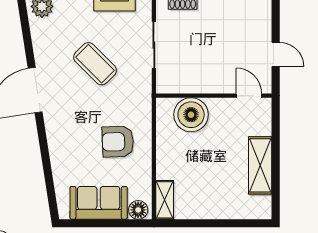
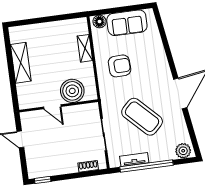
coffee table: (95, 64) -> (142, 117), width x1.36, depth x1.32
door: (249, 96) -> (52, 107), moved
shelving: (165, 200) -> (85, 48), moved

